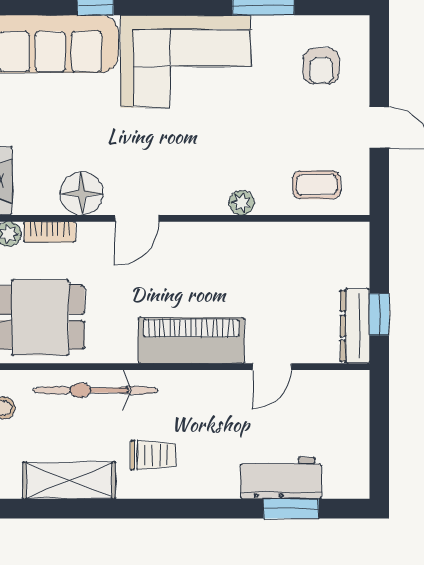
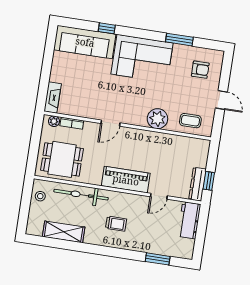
armchair: (321, 66) -> (200, 70), turned -90
floor lamp: (82, 193) -> (88, 109), removed
plant: (242, 203) -> (157, 119), width x1.88, depth x1.88
trolley: (153, 455) -> (116, 224), moved
workbench: (281, 478) -> (189, 220), moved, turned -90

